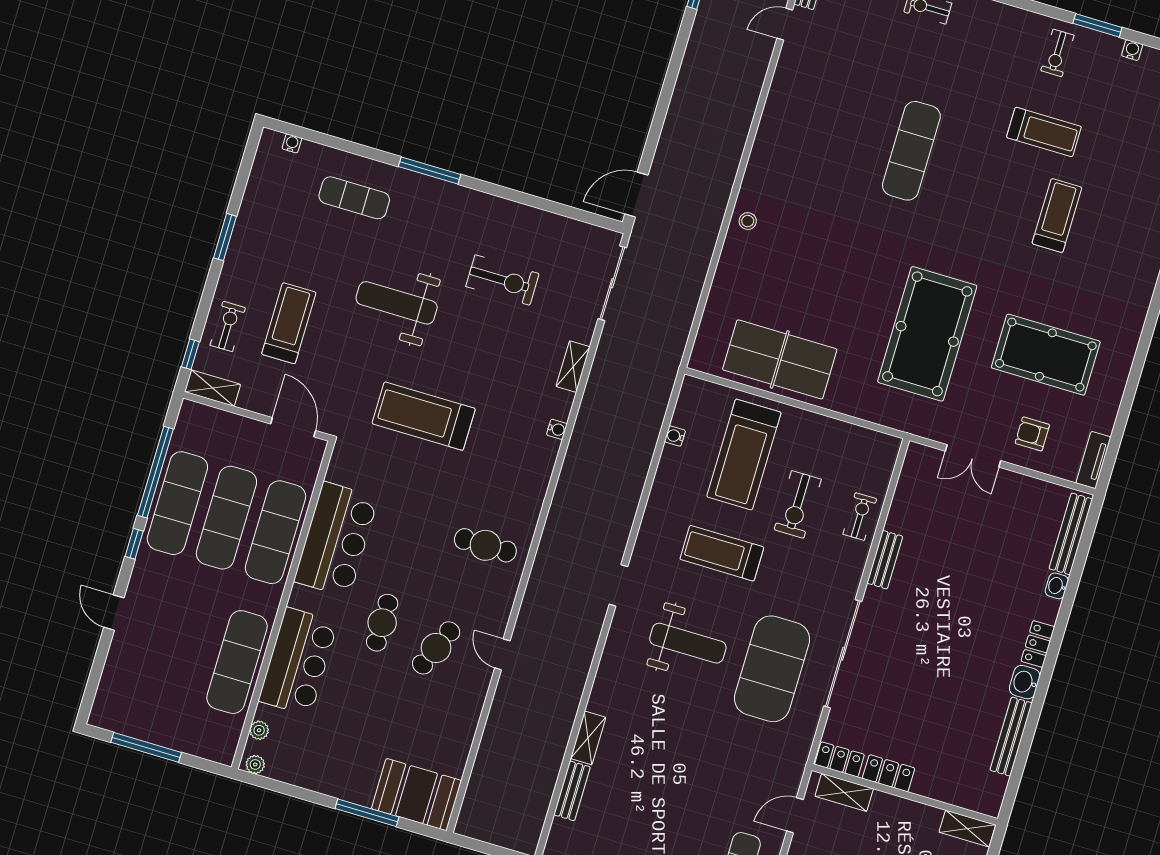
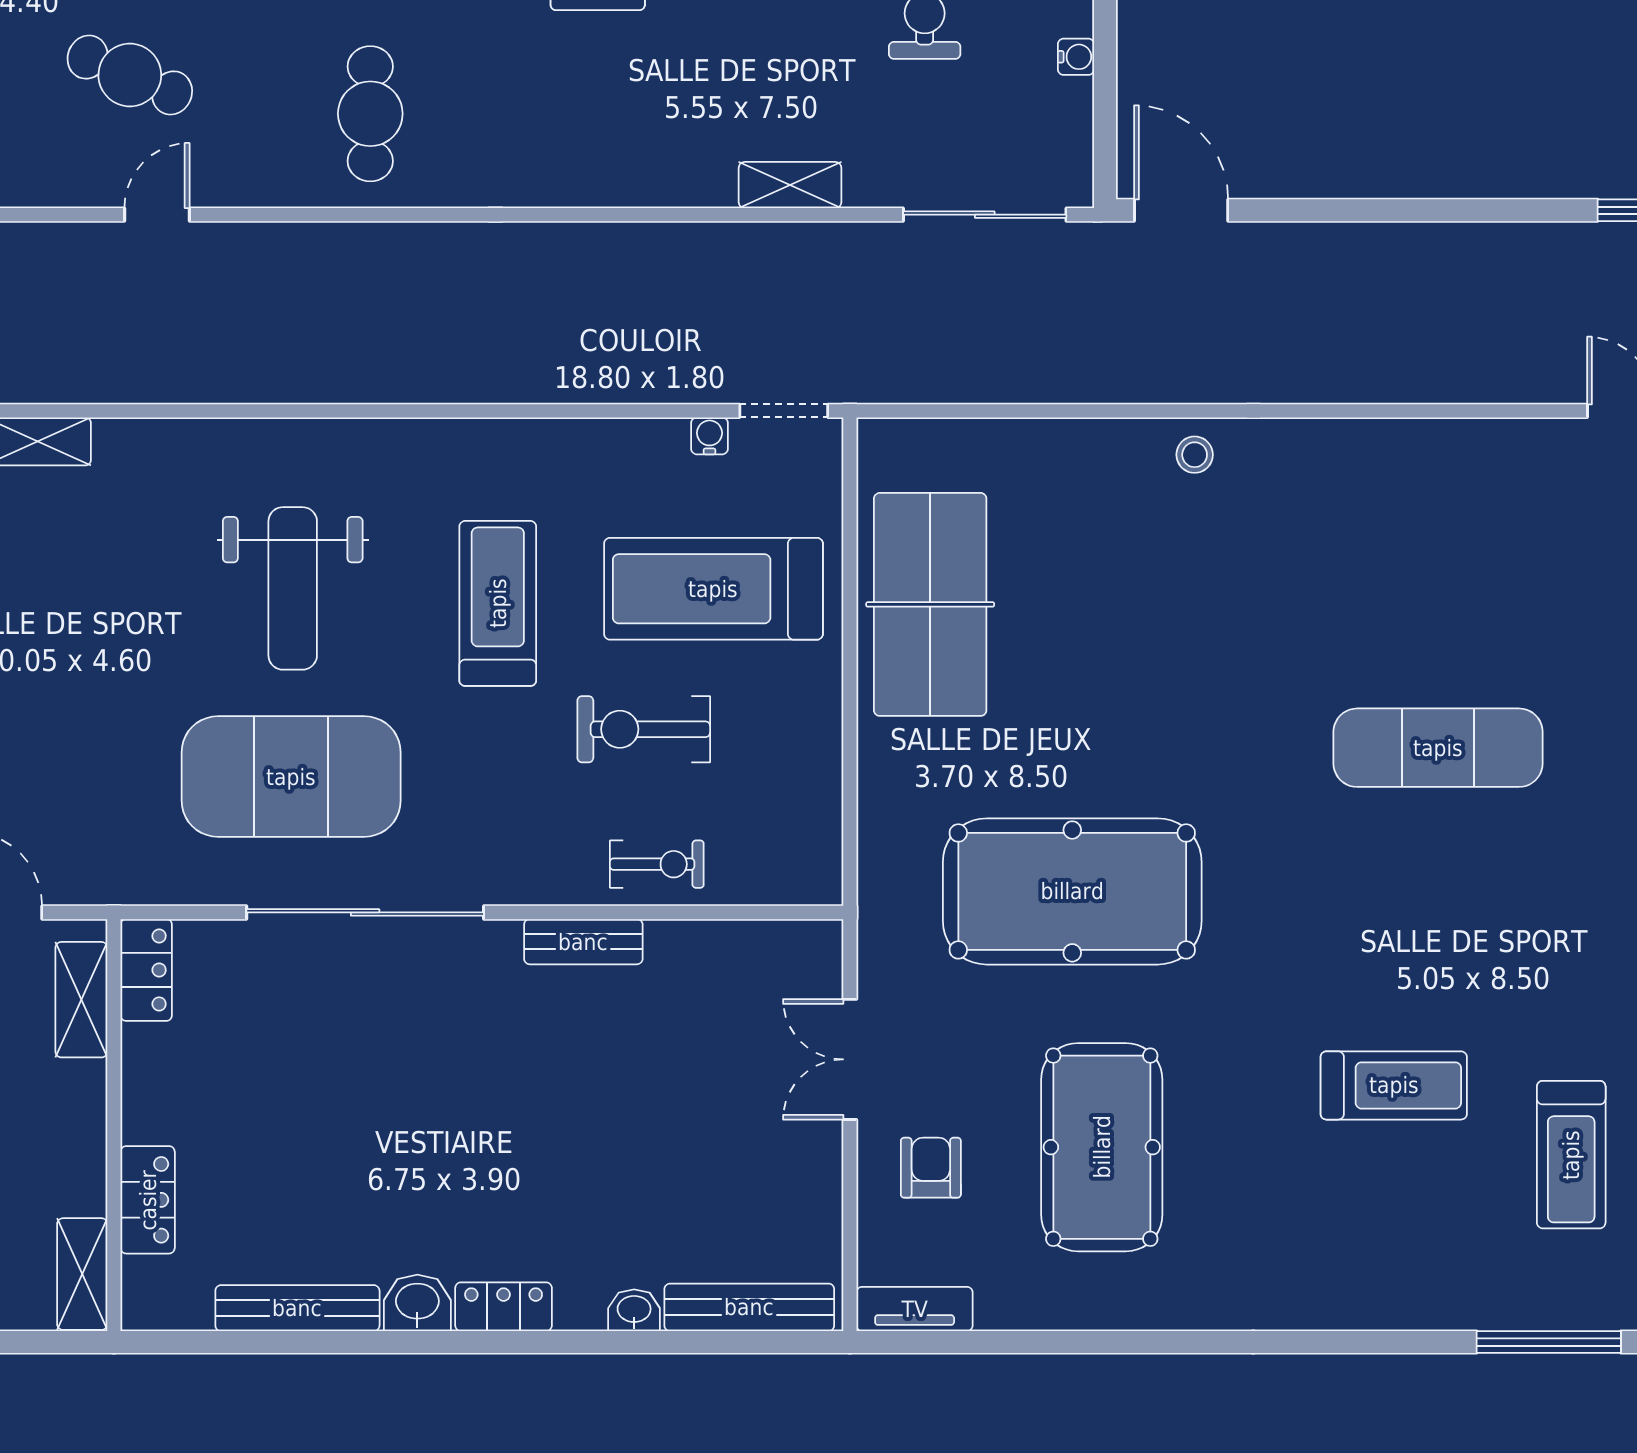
treadmill: (1044, 132) -> (1571, 1155), moved
water cooler: (557, 429) -> (1076, 57), moved, turned -90
doorway: (618, 585) -> (784, 411), moved
locker: (889, 773) -> (148, 1200), moved

